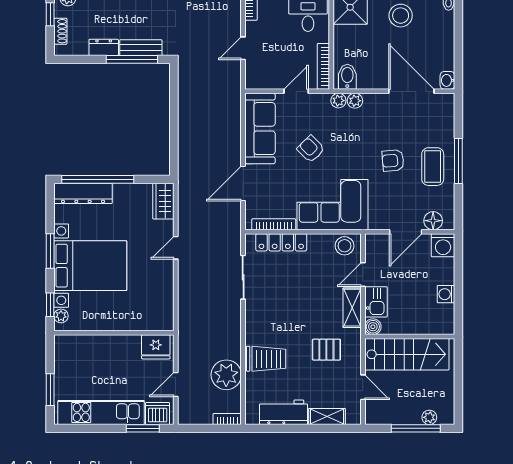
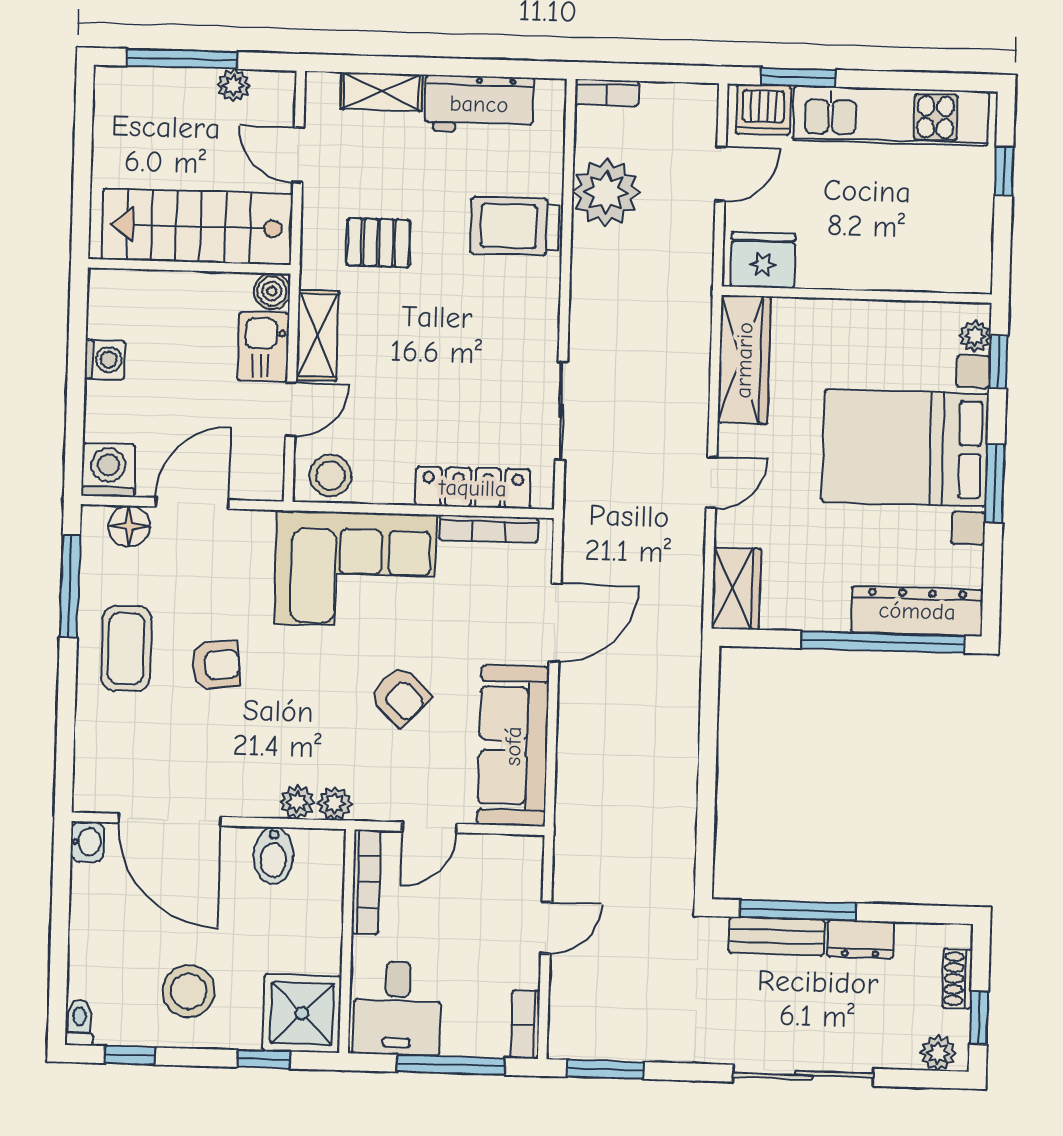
bidet: (347, 77) -> (273, 855), moved
window: (458, 161) -> (70, 586), moved
wardrobe: (163, 303) -> (744, 360), added
window: (50, 390) -> (1004, 171), width x0.67
plant: (429, 417) -> (234, 85), moved

